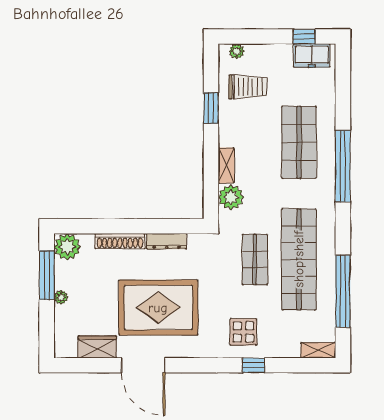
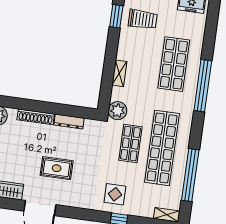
window: (211, 108) -> (116, 16), moved
plant: (231, 197) -> (118, 111), moved
rug: (158, 308) -> (57, 168), width x0.54, depth x0.49

